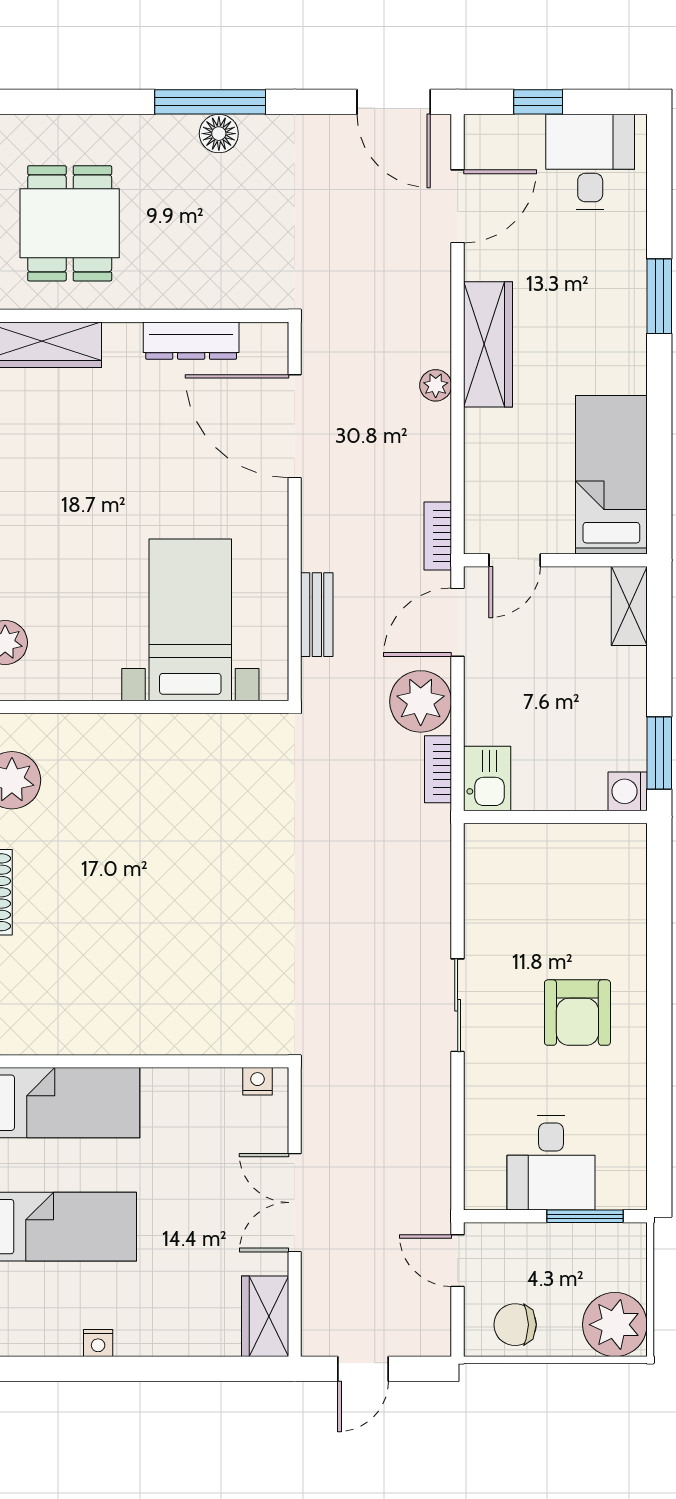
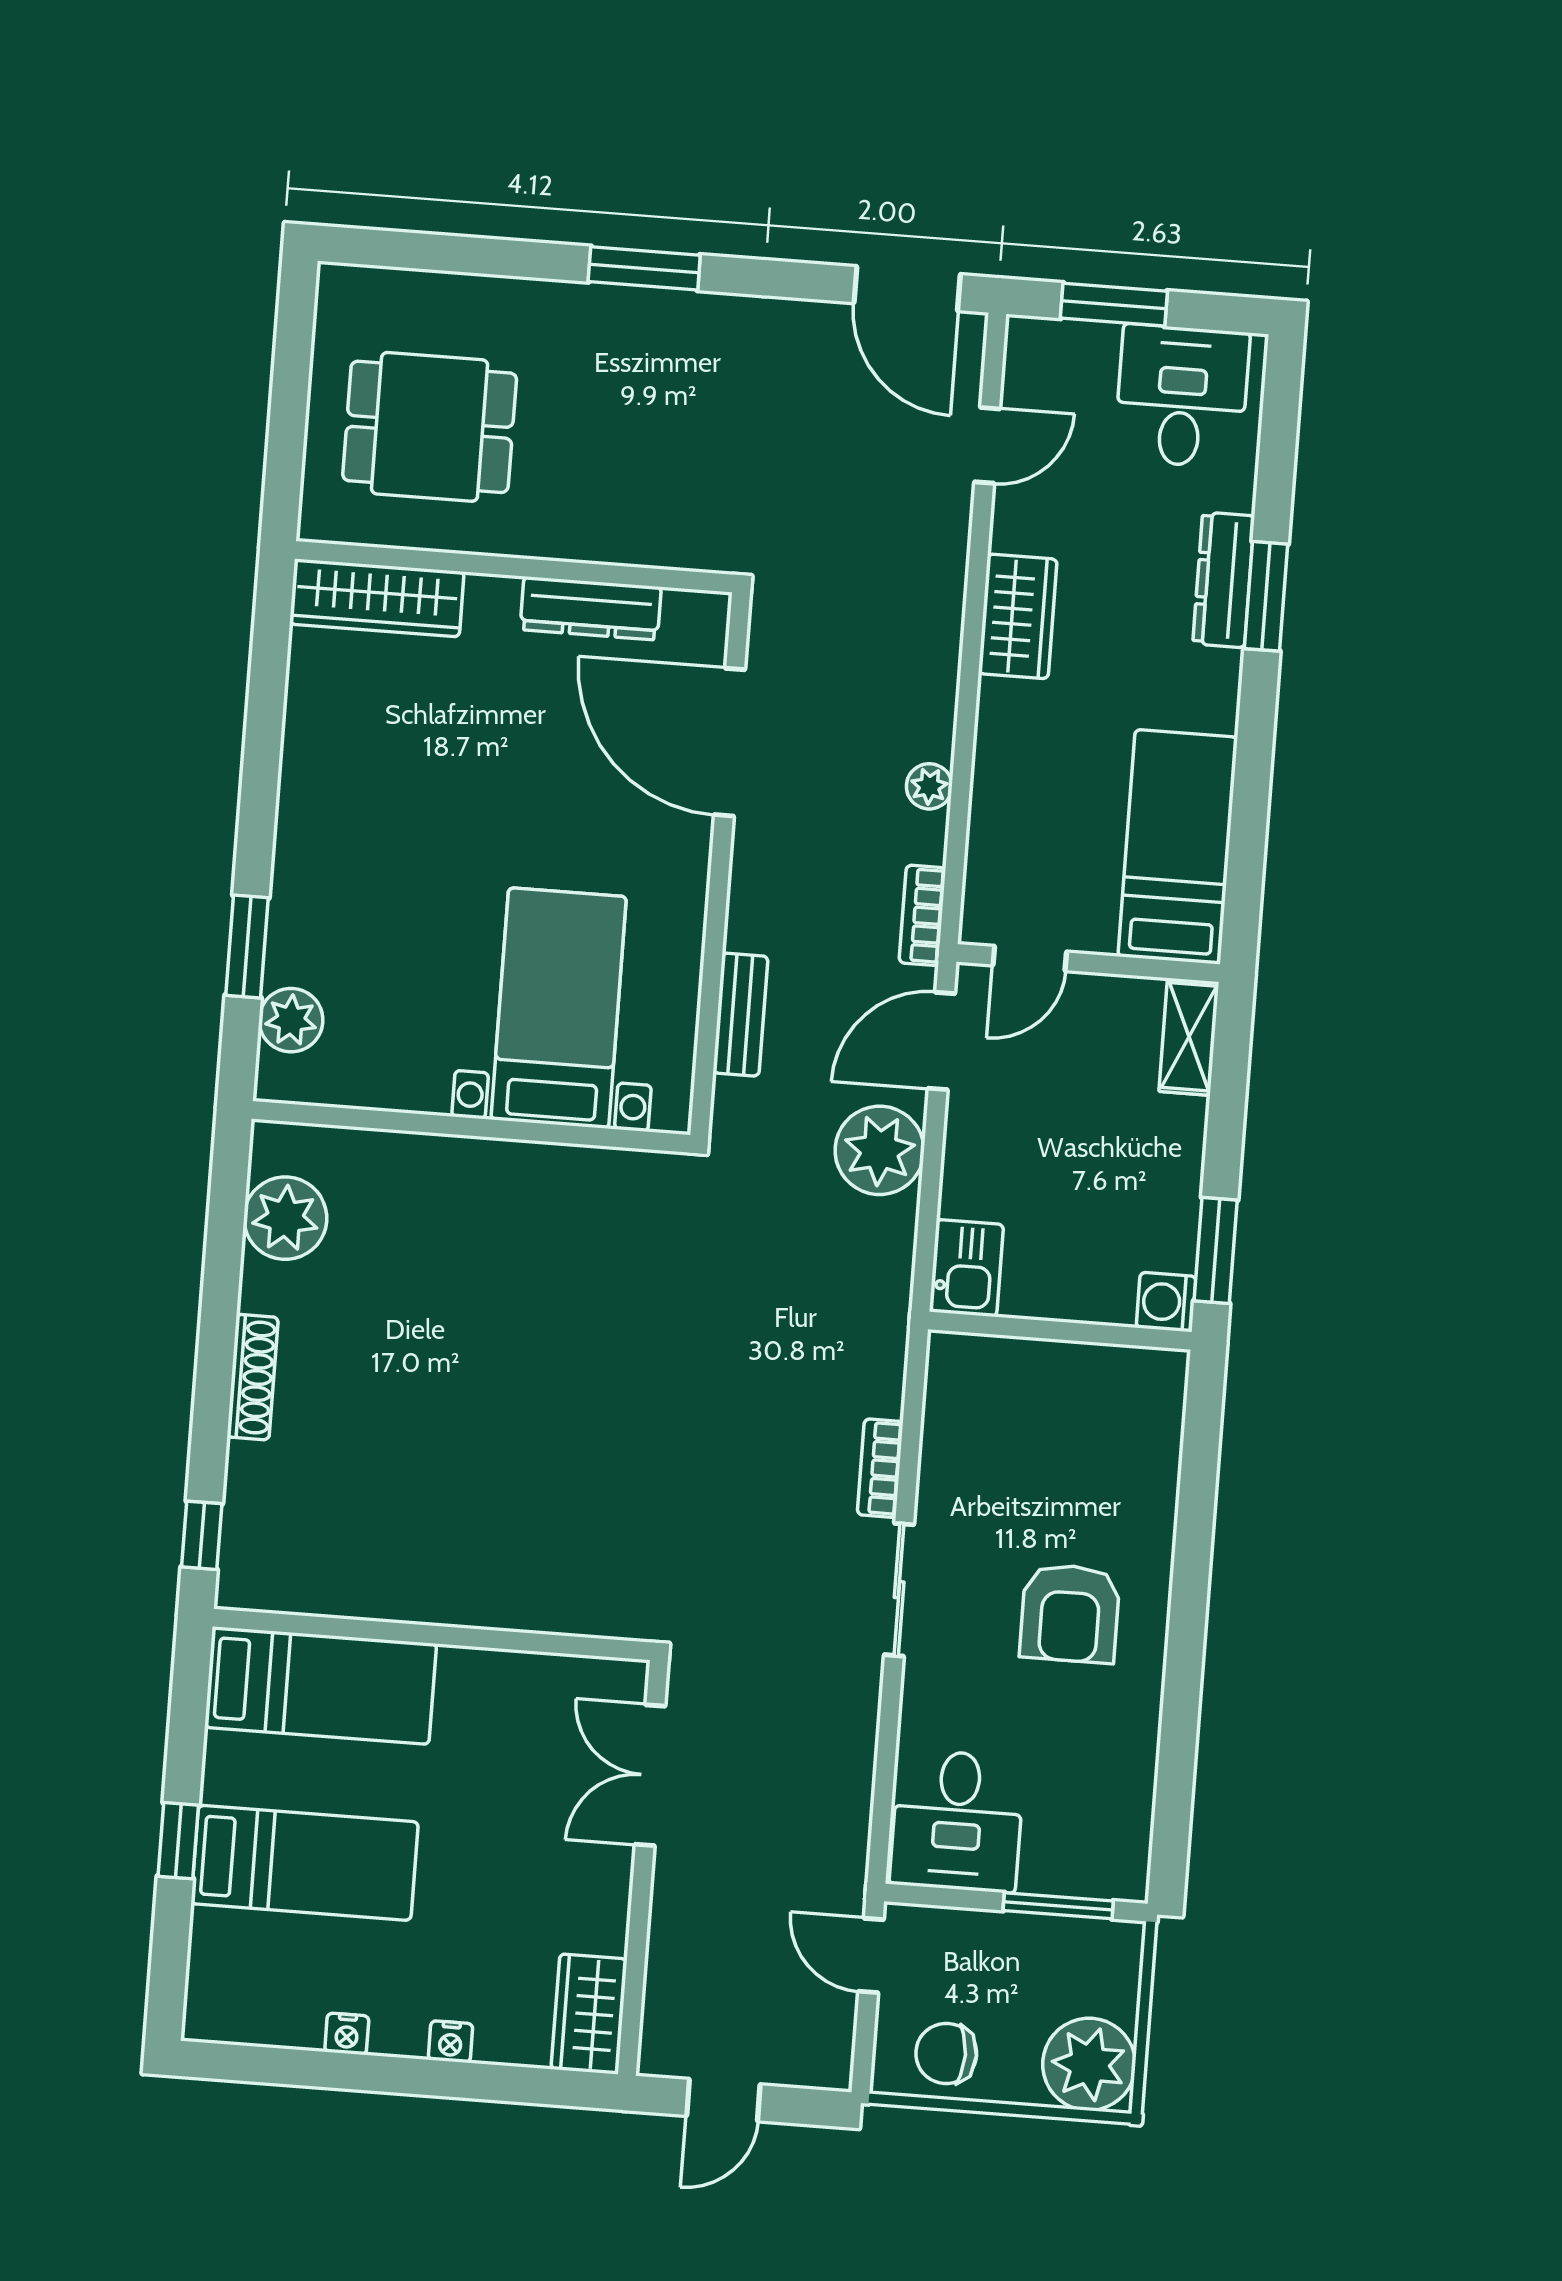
window: (210, 102) -> (644, 268), width x0.69
window: (538, 102) -> (1114, 305), width x1.50
floor lamp: (219, 134) -> (653, 315), removed
door: (458, 206) -> (987, 445), width x0.73
dining table: (70, 223) -> (430, 427), turned 90
dresser: (629, 287) -> (1224, 580), added
wardrobe: (488, 344) -> (1018, 616), width x0.67
plant: (436, 385) -> (929, 786), moved
bookcase: (438, 769) -> (880, 1468), moved
nightstand: (257, 1081) -> (450, 2042), moved, turned 180
desk: (551, 1163) -> (957, 1821), moved
double door: (295, 1203) -> (650, 1775), moved

